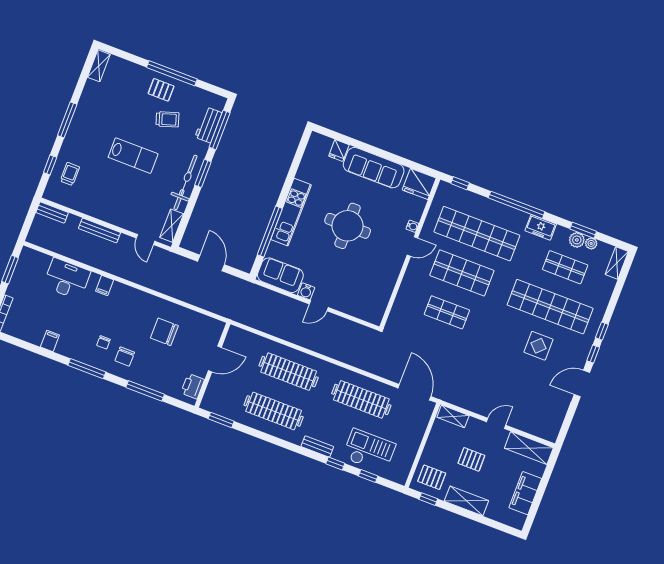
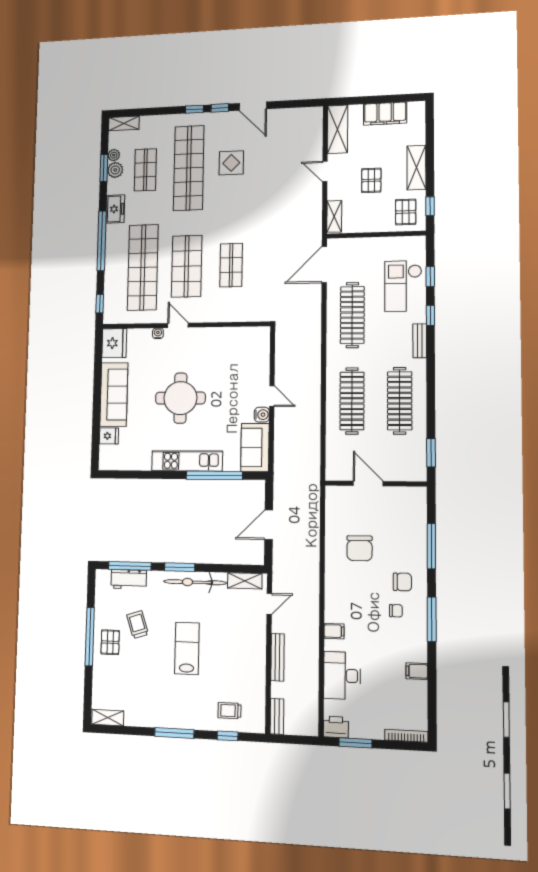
printer: (193, 386) -> (336, 727), moved, turned 180

